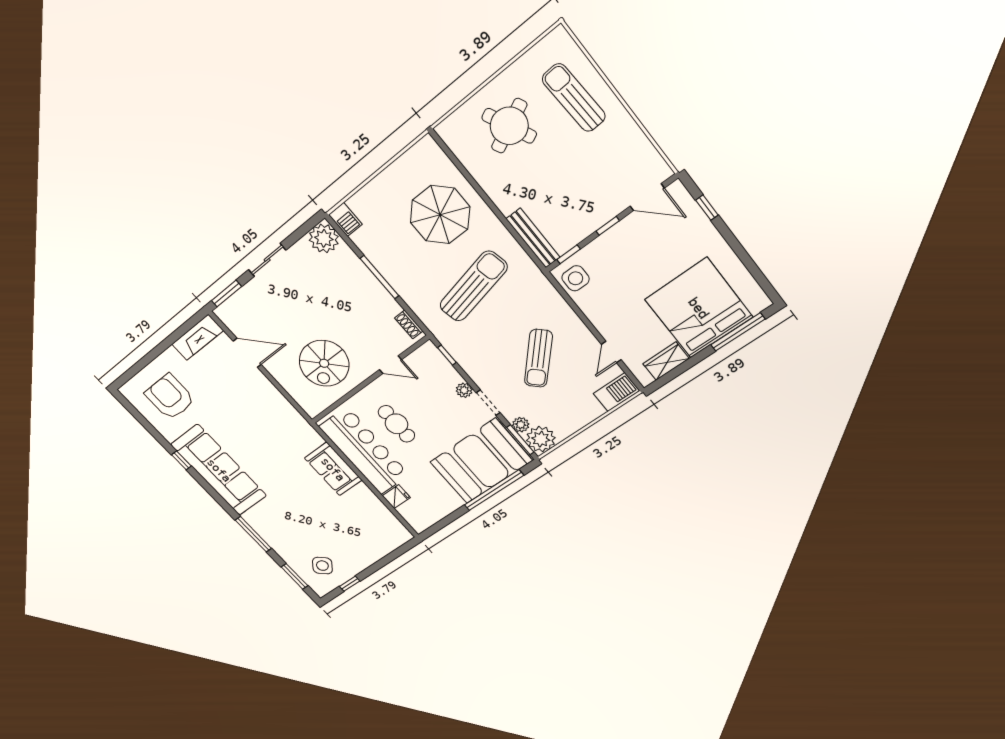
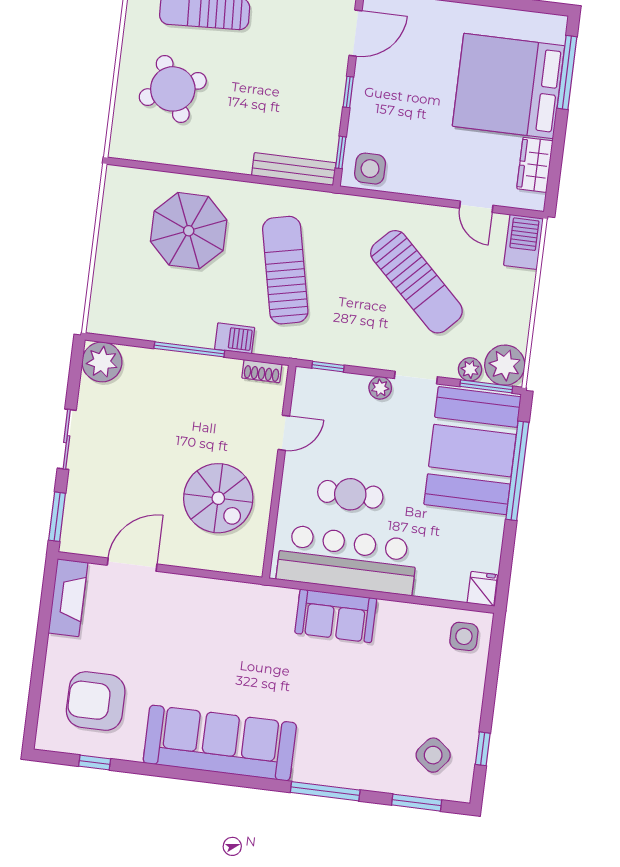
barbecue: (345, 220) -> (235, 338), moved
sun lounger: (538, 358) -> (416, 282), width x1.36, depth x1.34
window: (181, 460) -> (95, 763), moved
fridge: (396, 497) -> (482, 589), moved
side table: (389, 533) -> (464, 636), added

